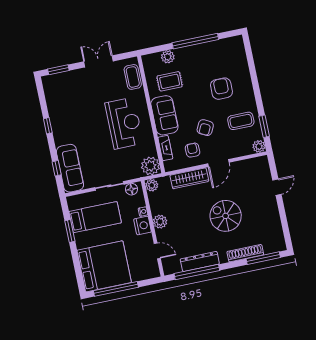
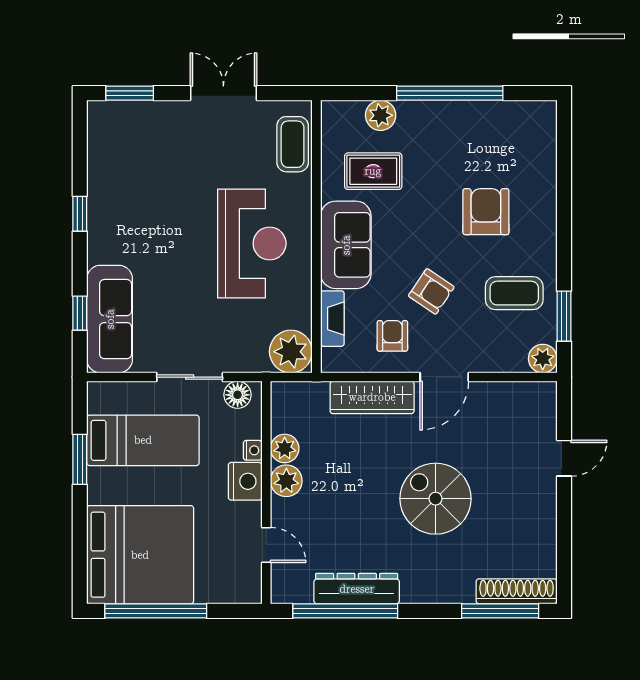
armchair: (205, 128) -> (431, 291), turned -83
plant: (152, 185) -> (285, 448), moved
shoe rack: (245, 253) -> (517, 591), moved

